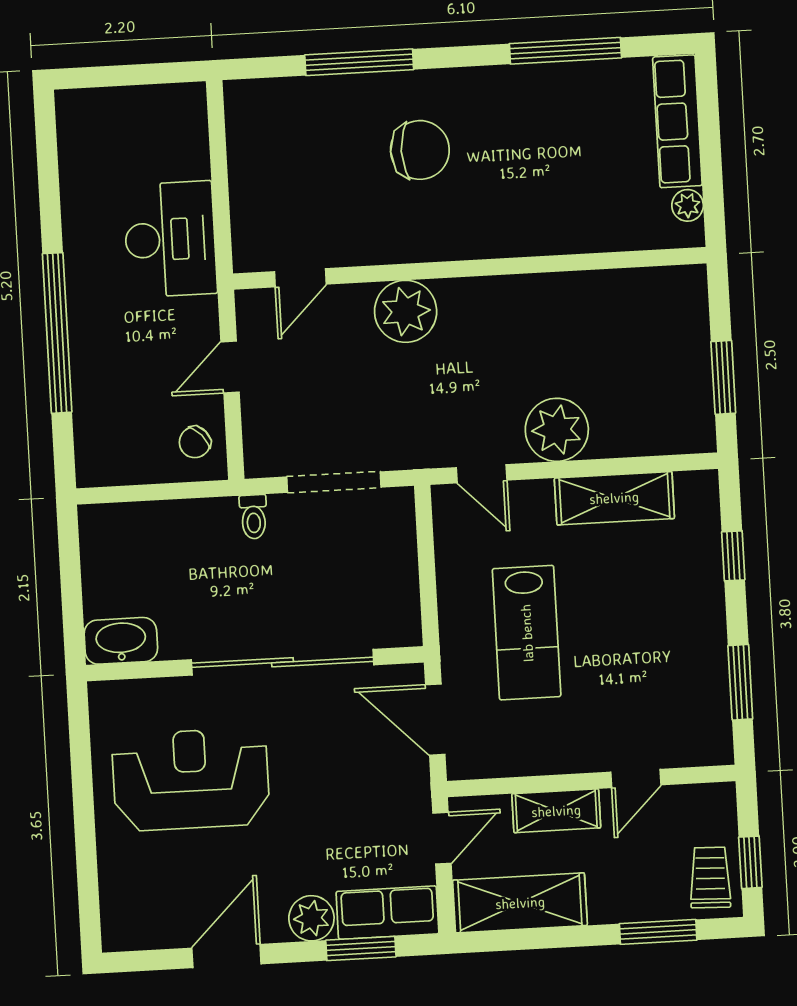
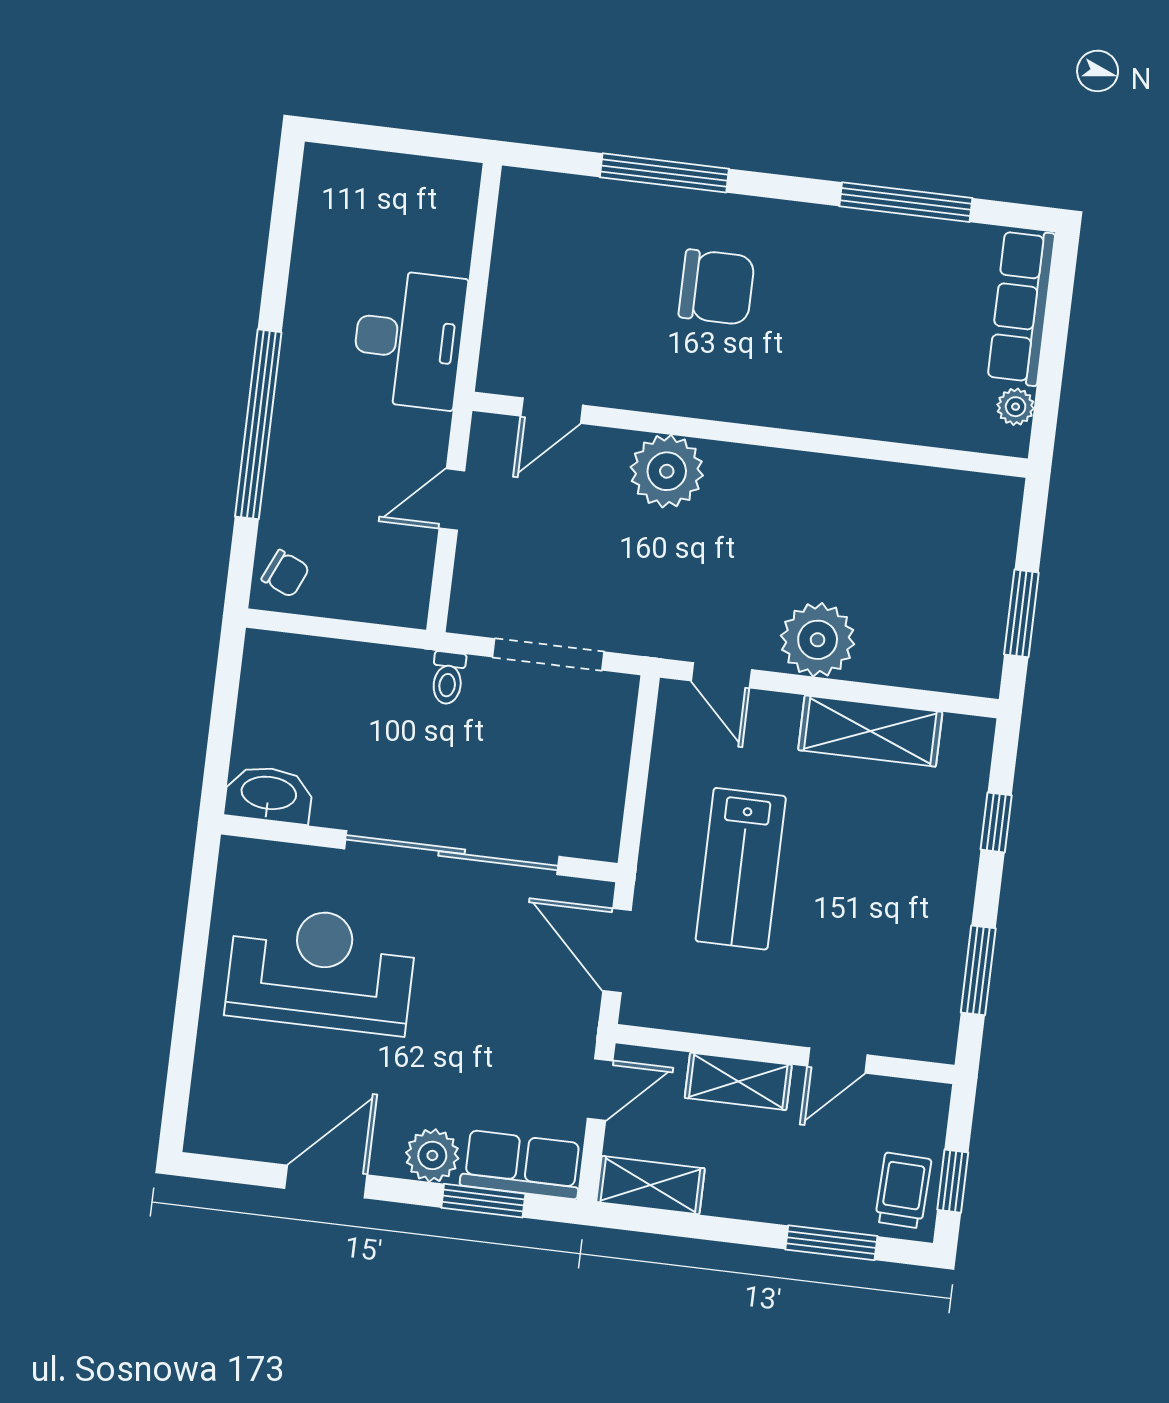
chair: (195, 442) -> (286, 574), moved, turned -114
shelving: (520, 903) -> (650, 1185), width x0.67, depth x0.75

